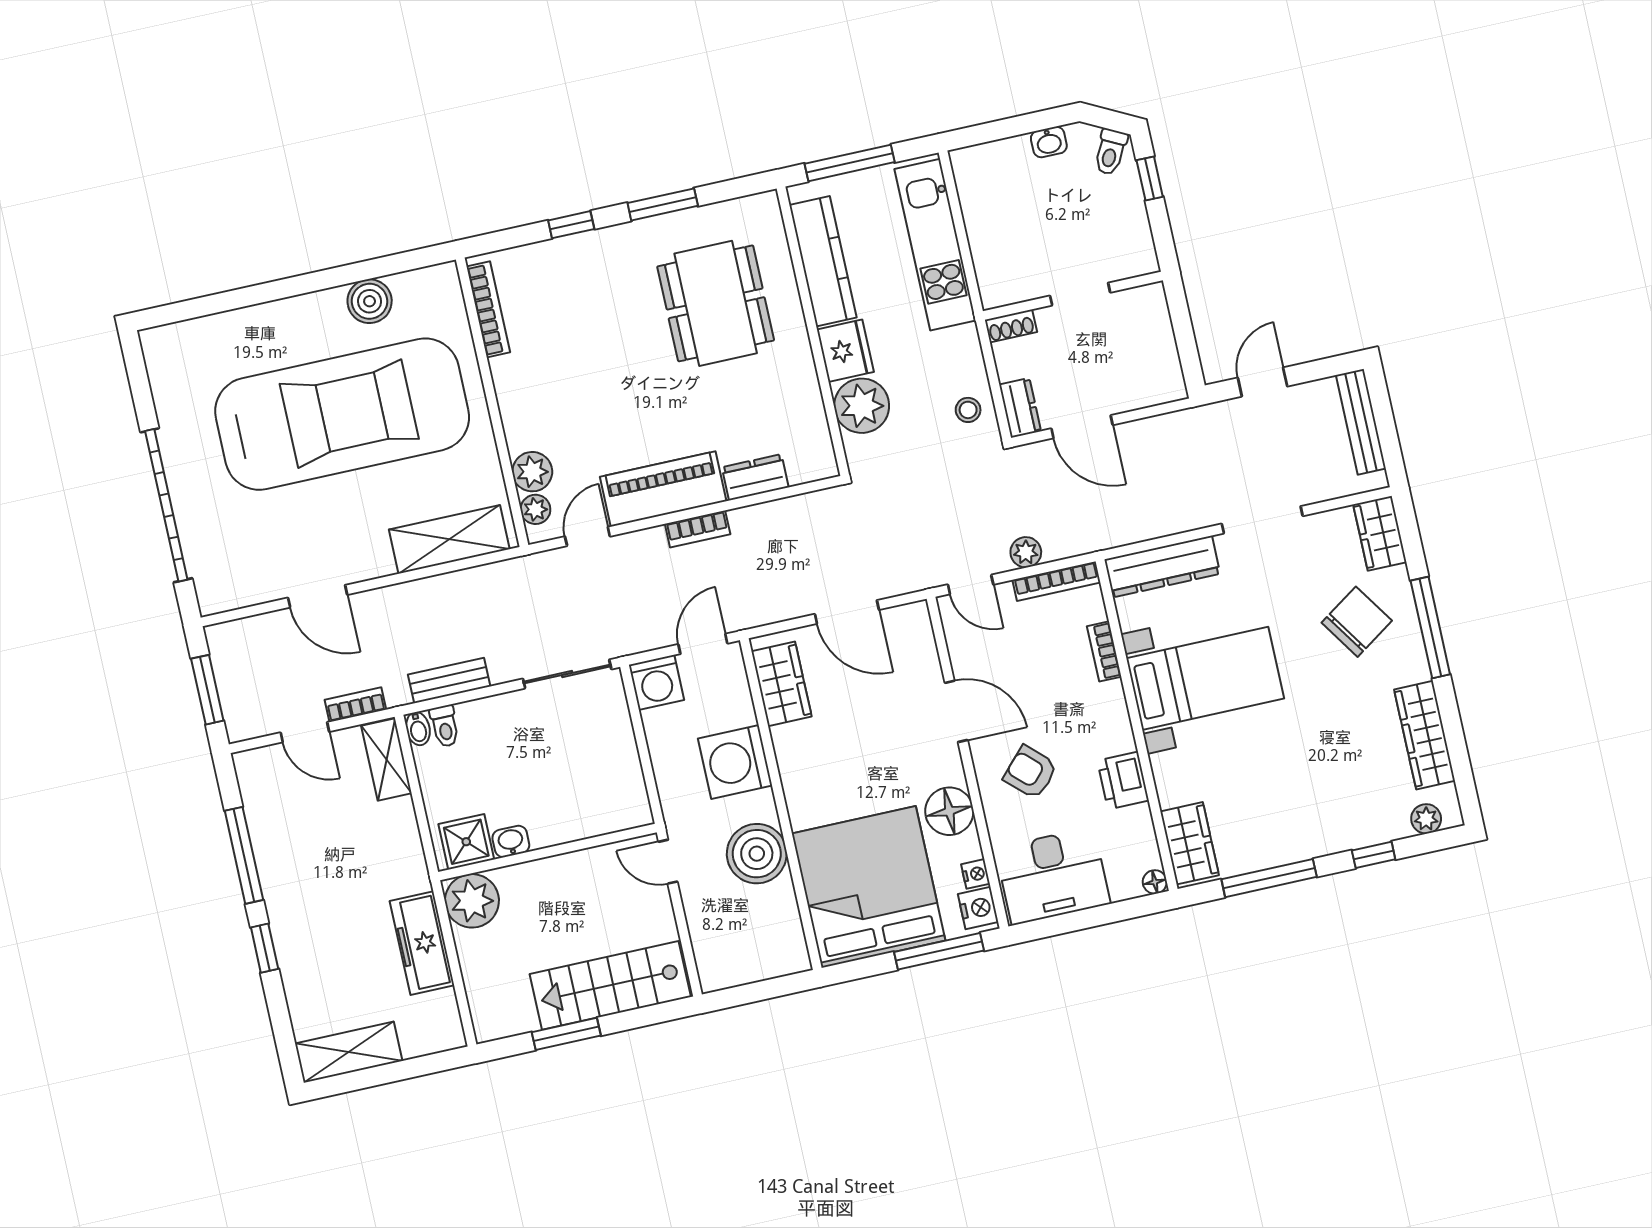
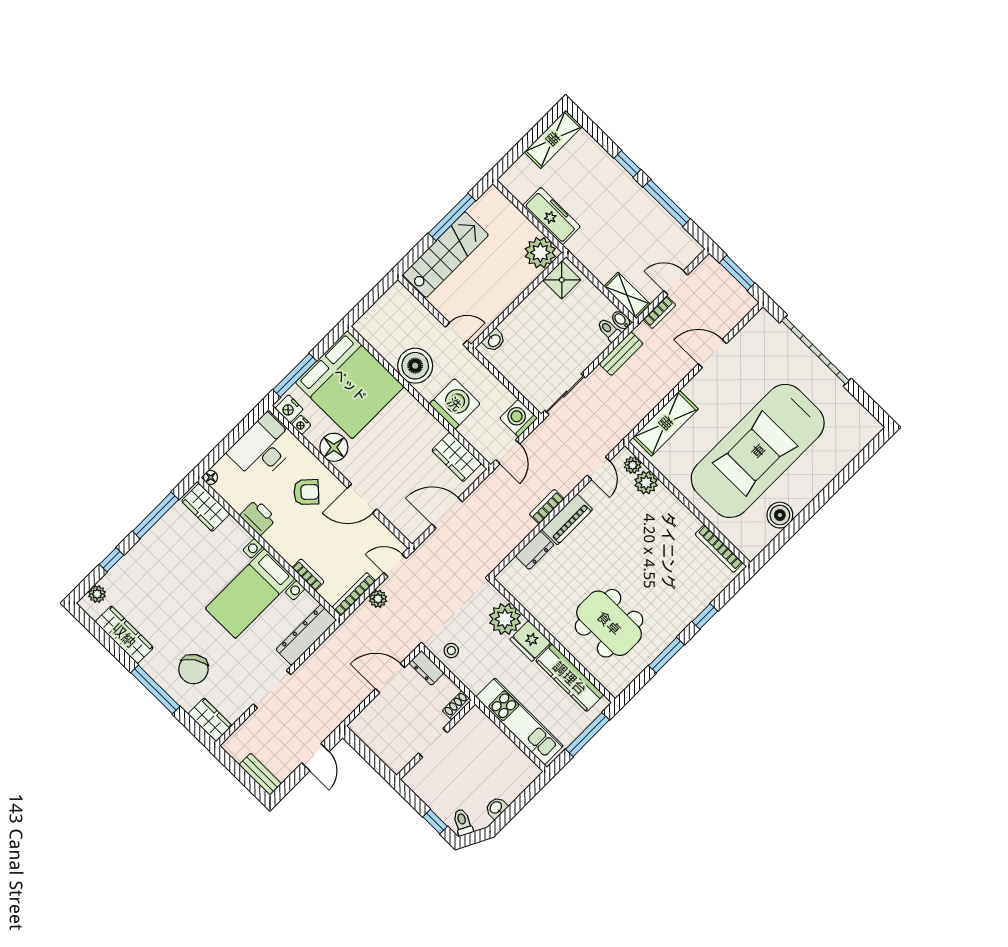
bench: (1361, 422) -> (260, 774), width x0.73
piano: (663, 489) -> (567, 519), width x0.73, depth x0.75
washbasin: (511, 841) -> (494, 340), moved
window: (566, 1034) -> (452, 217), width x1.44

